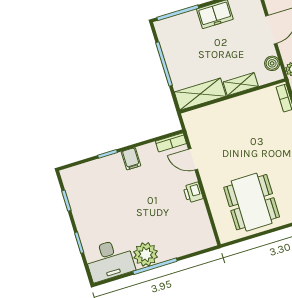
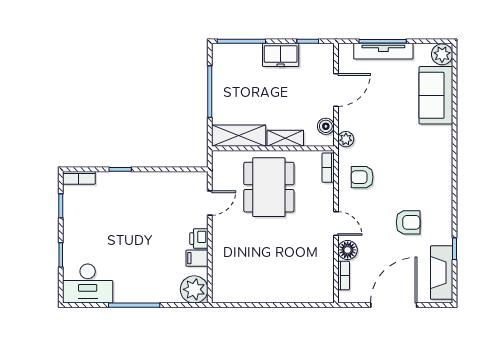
bookcase: (171, 142) -> (79, 178), moved
filing cabinet: (131, 159) -> (197, 258), moved, turned 90
door: (193, 159) -> (210, 203), swing flipped
dining table: (252, 202) -> (269, 187), moved
plant: (146, 254) -> (194, 289), moved

